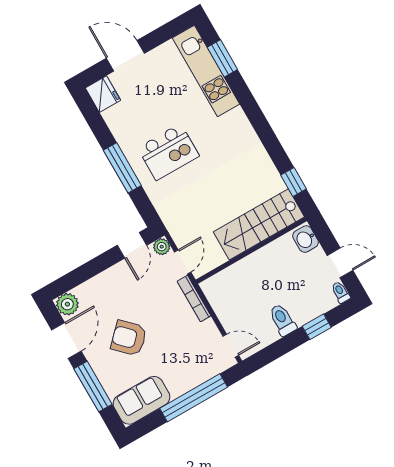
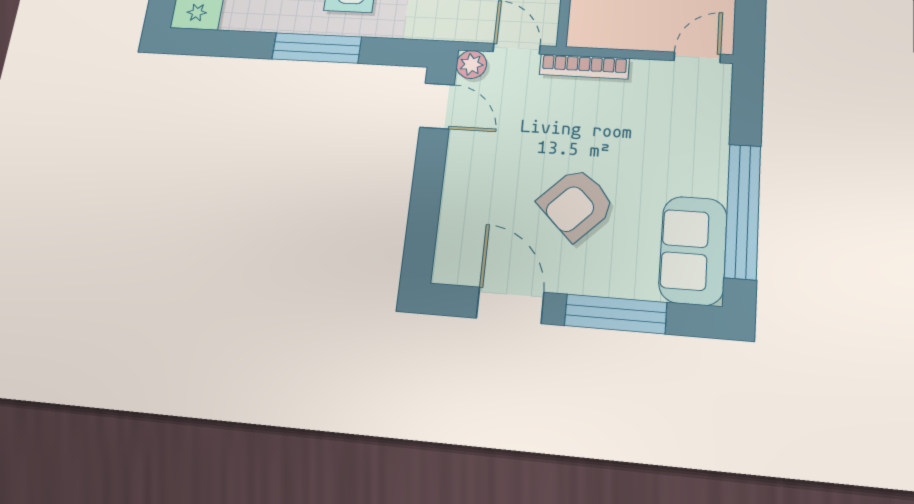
plant: (67, 304) -> (454, 264), removed
window: (194, 398) -> (743, 211), moved

